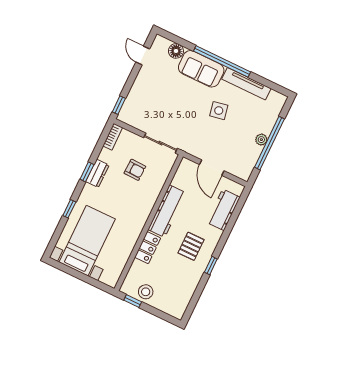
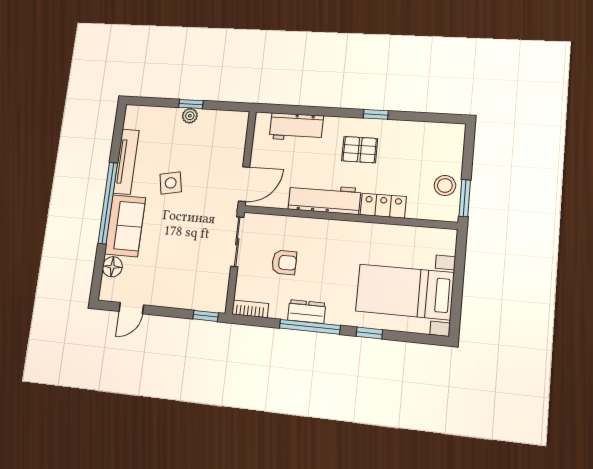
window: (269, 143) -> (191, 104), width x0.32
door: (212, 168) -> (244, 184), moved
armchair: (135, 170) -> (284, 262), turned 88
window: (87, 172) -> (310, 327), width x2.17
window: (133, 301) -> (465, 198), width x1.50

